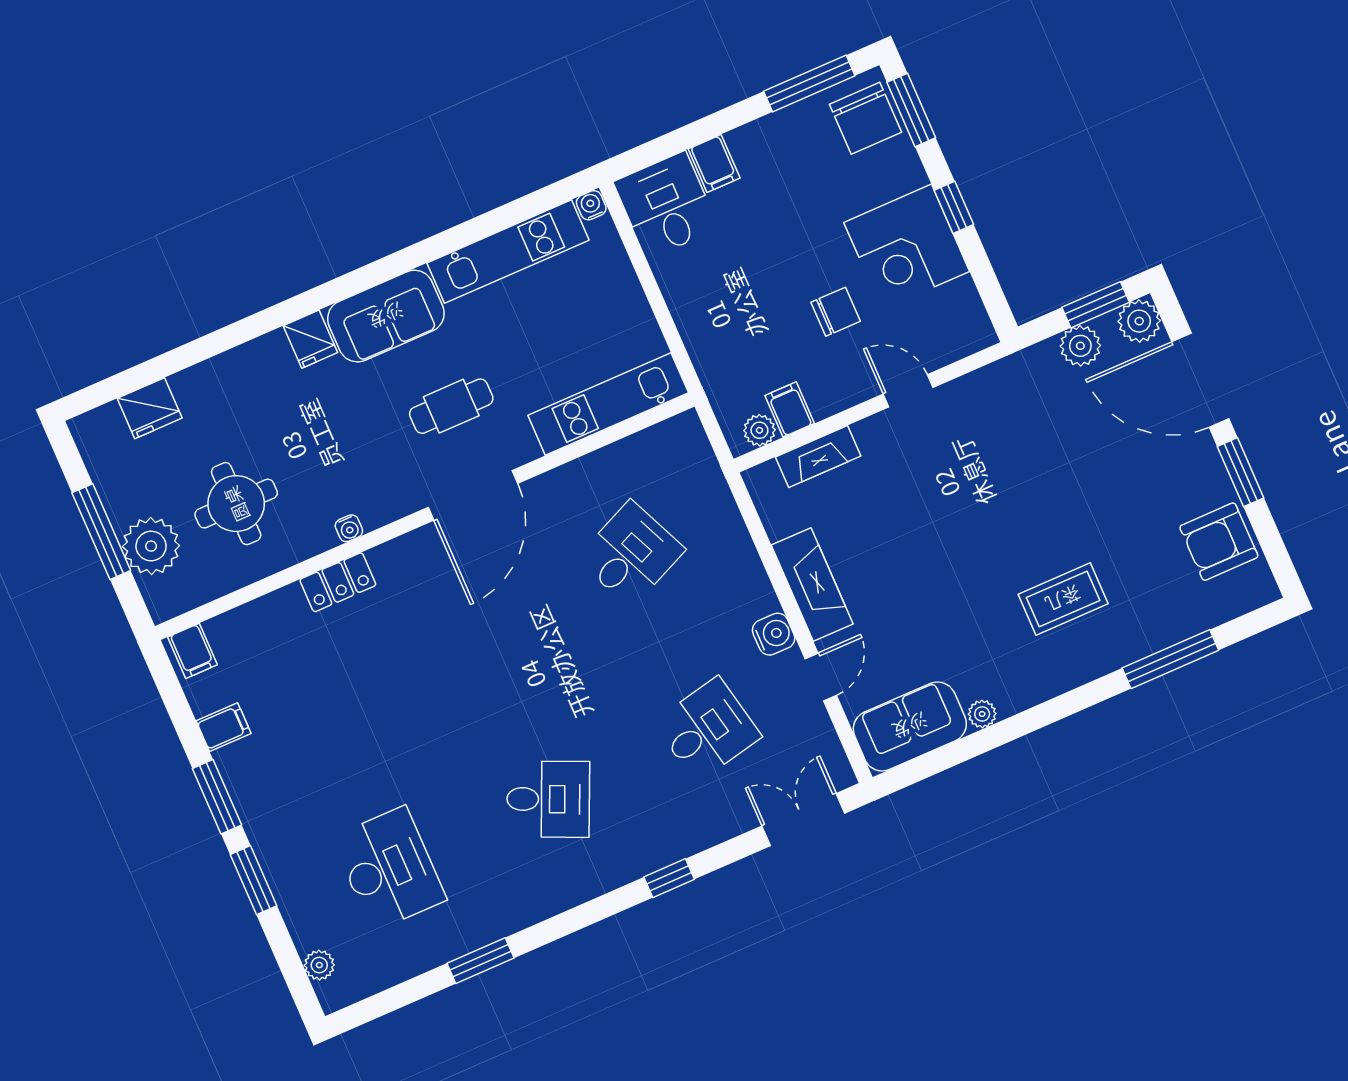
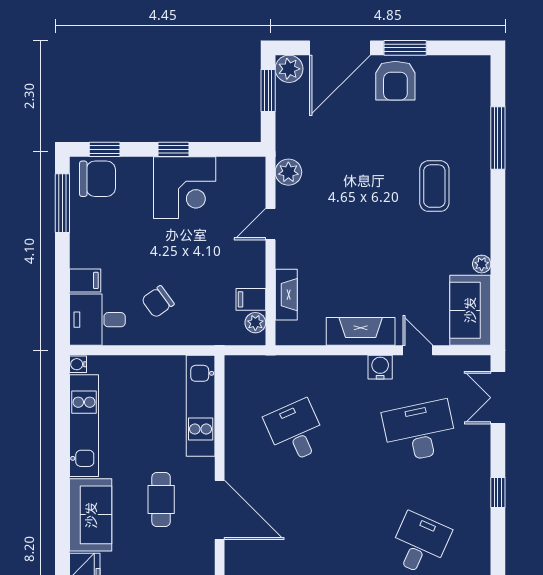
window: (911, 110) -> (105, 149), width x0.67
chair: (836, 312) -> (158, 302), moved, turned -126
plant: (1080, 346) -> (288, 172), moved
armchair: (1219, 542) -> (395, 81), moved
desk: (707, 730) -> (420, 431), width x1.37

